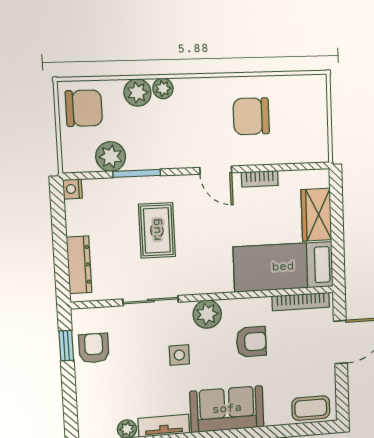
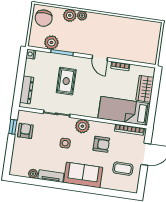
chair: (84, 108) -> (44, 18), turned 90
chair: (251, 116) -> (122, 36), removed
coffee table: (311, 408) -> (123, 169), moved

